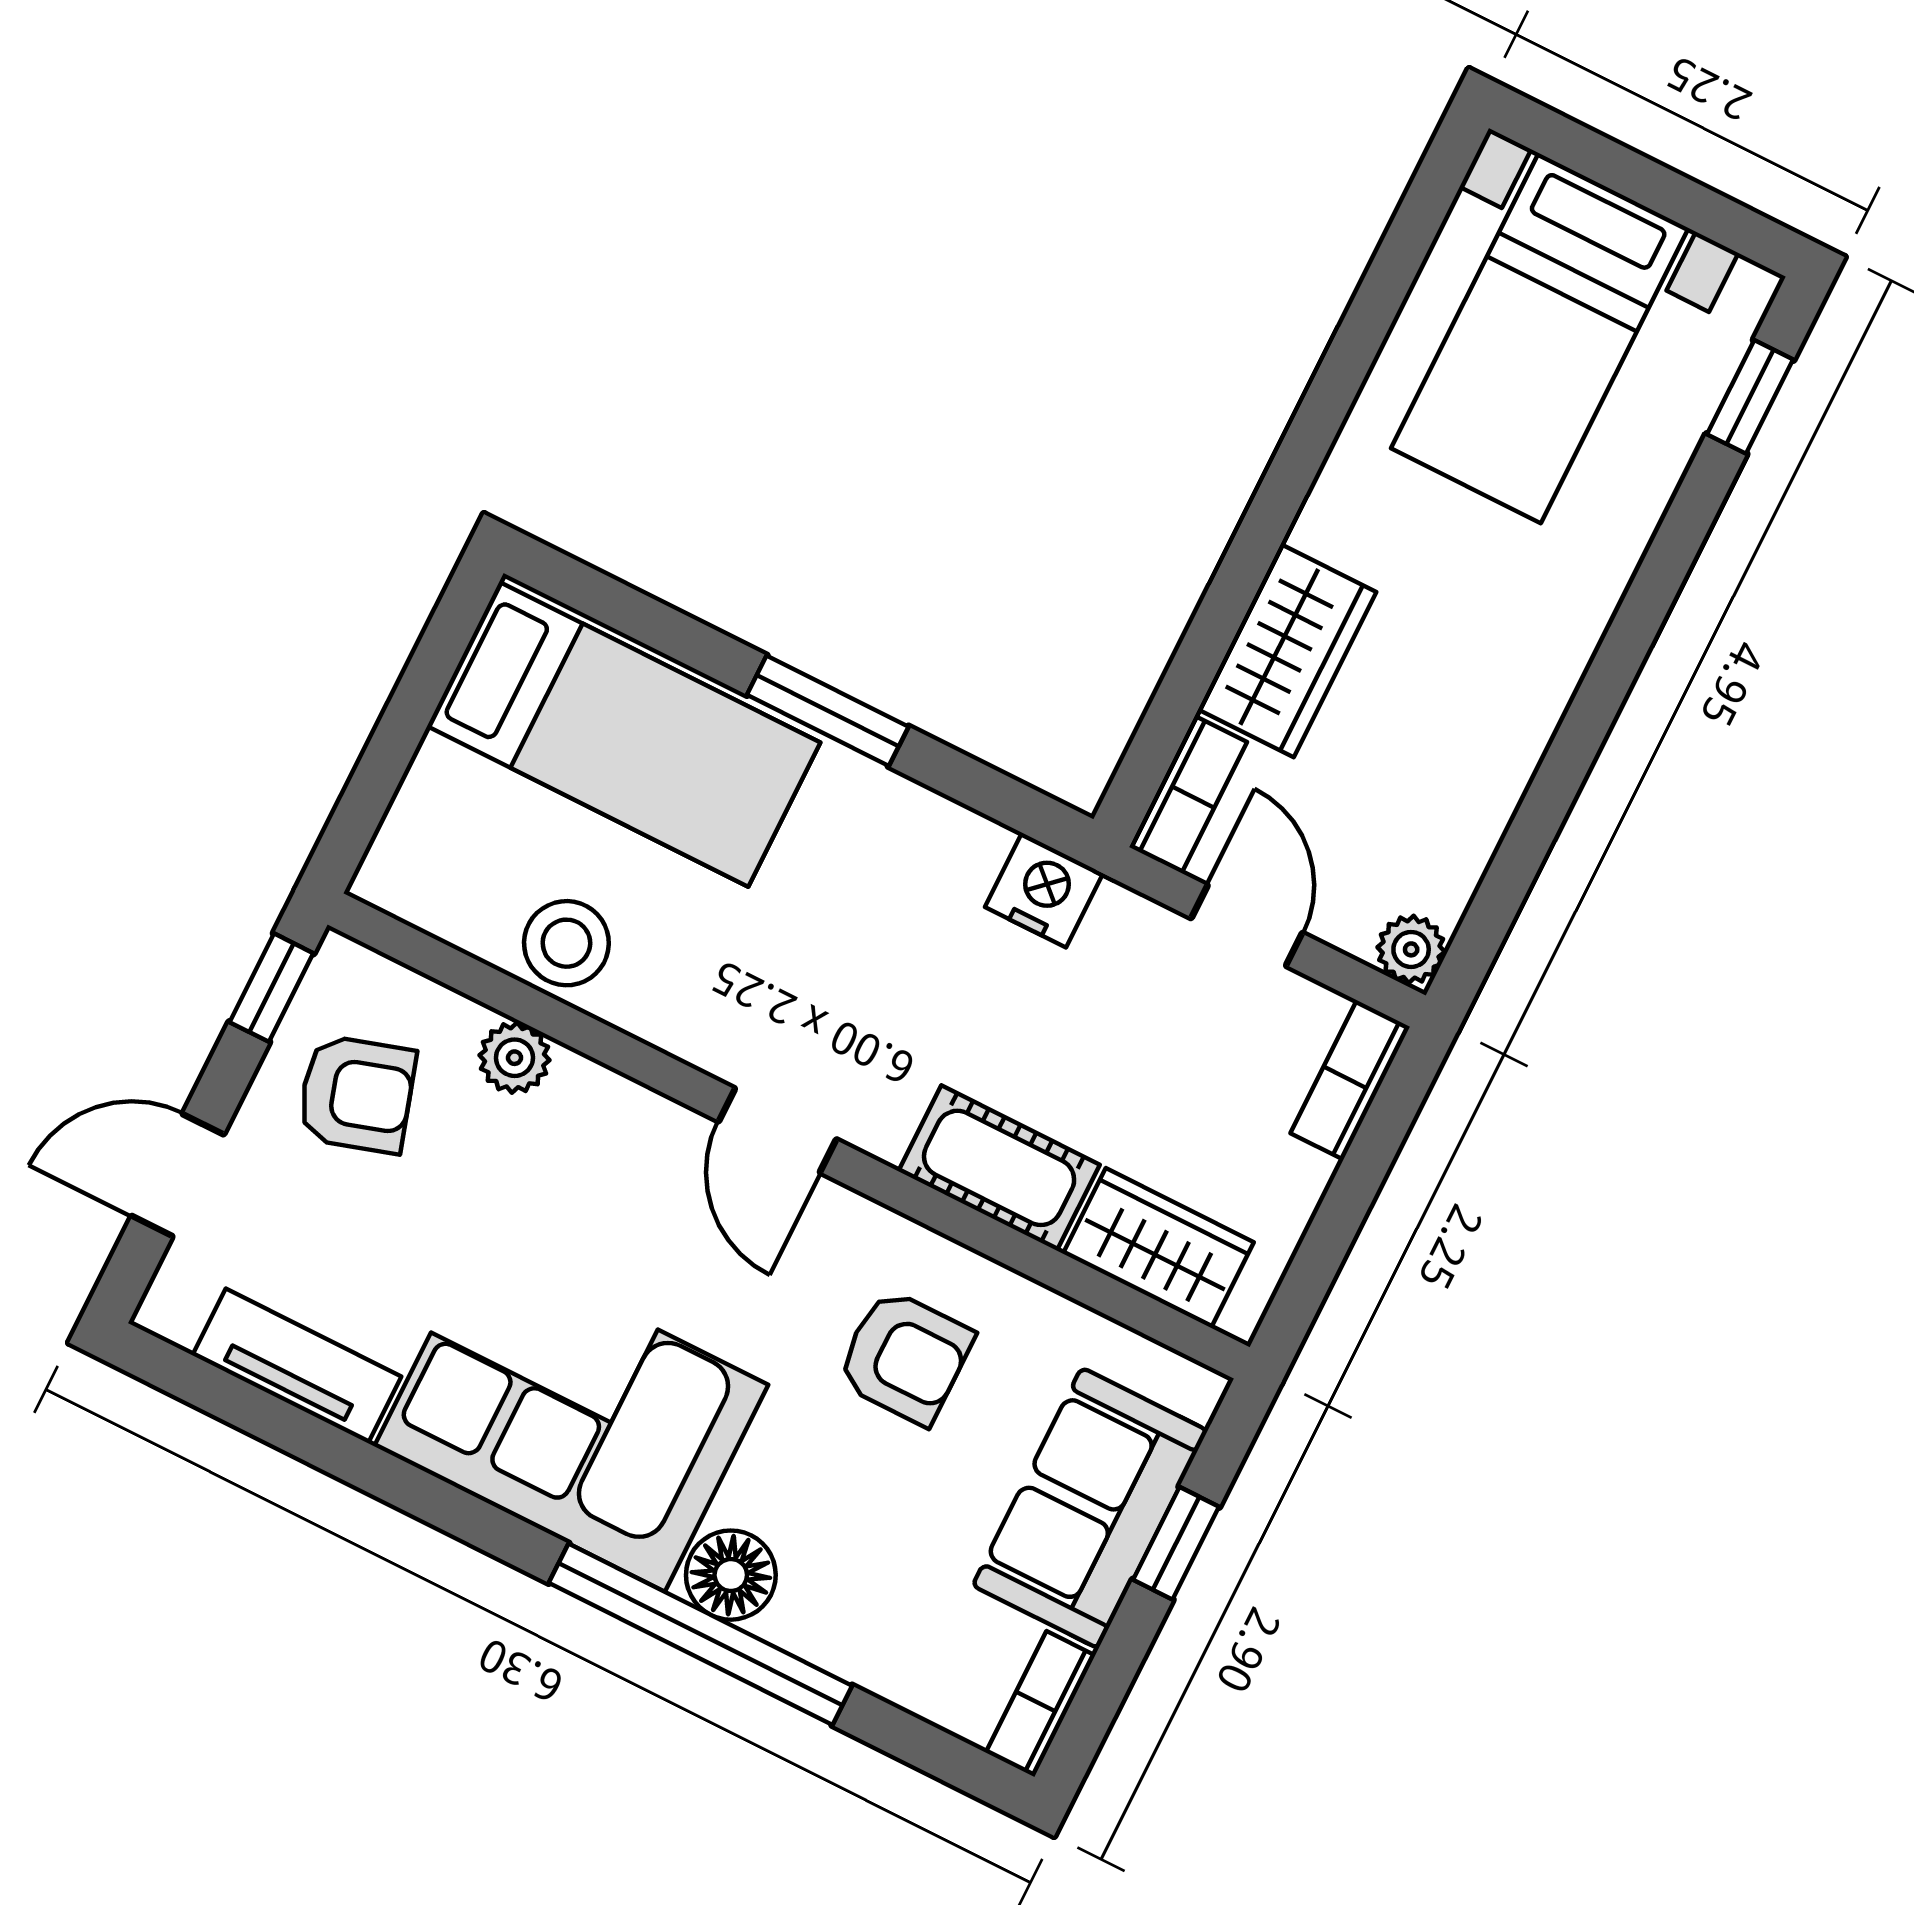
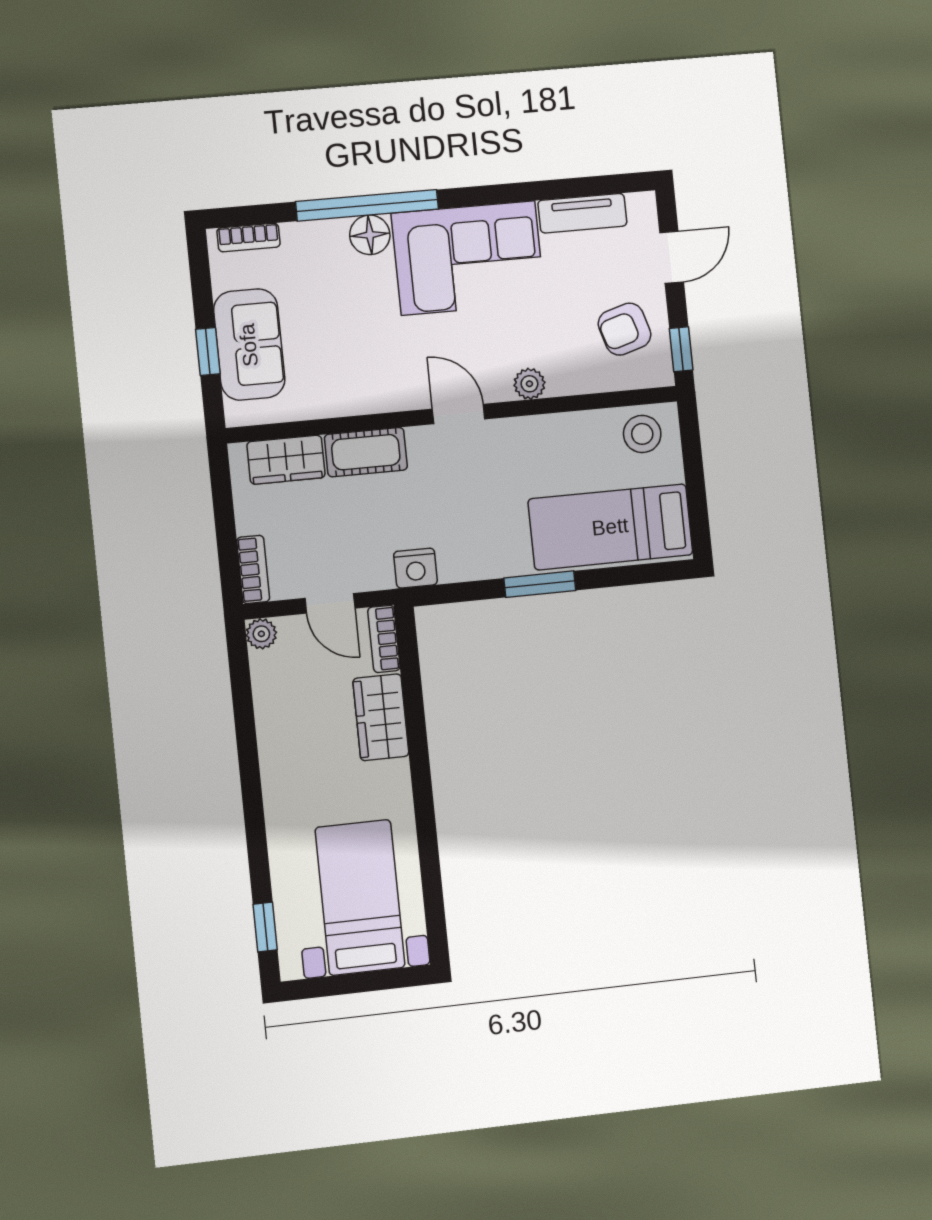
stool: (566, 943) -> (642, 434), moved
plant: (515, 1058) -> (529, 384), moved
armchair: (905, 1357) -> (356, 358), removed
bookcase: (1041, 1704) -> (249, 238), moved, turned 90

